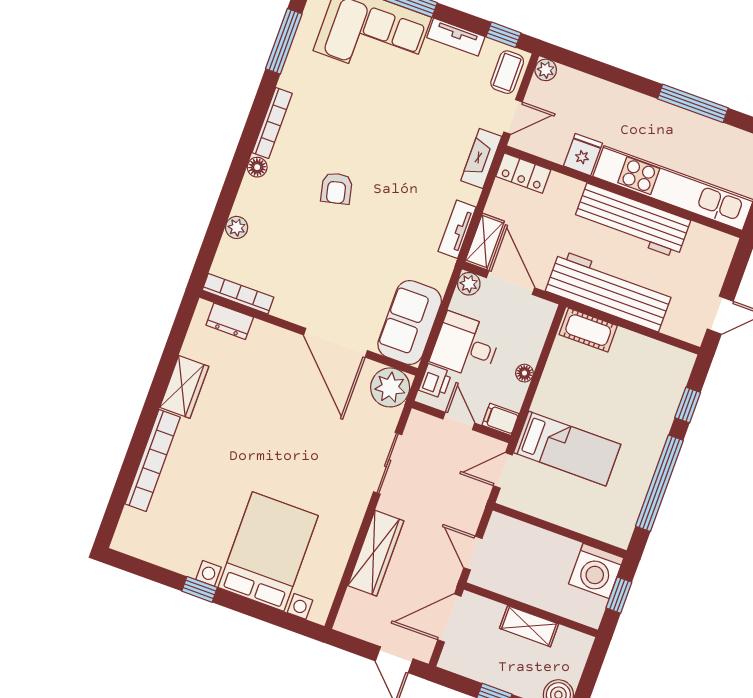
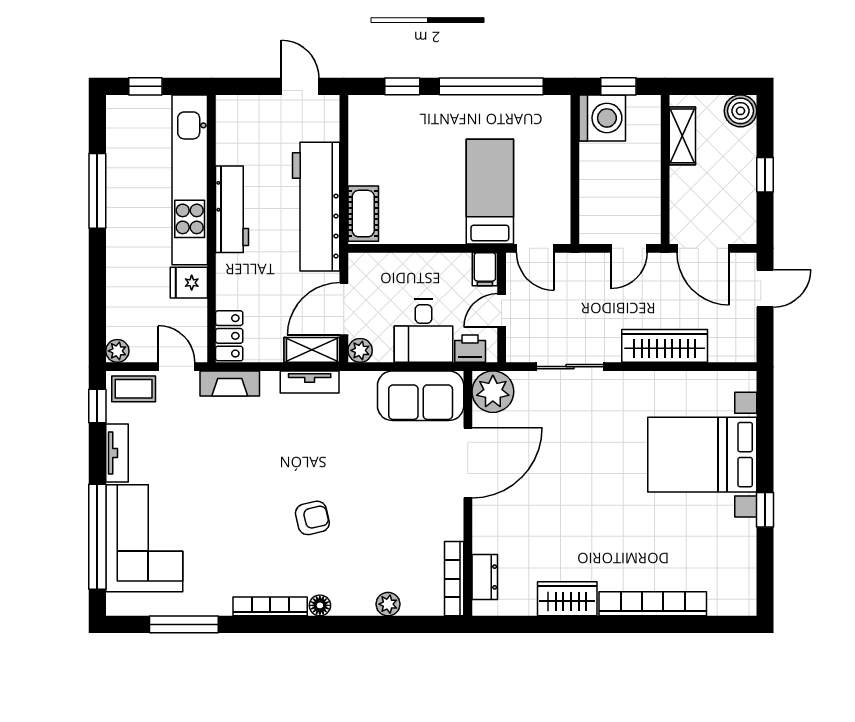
workbench: (632, 221) -> (232, 209), width x0.73, depth x0.76
floor lamp: (524, 373) -> (430, 262), removed
shelving: (529, 626) -> (682, 136), moved

